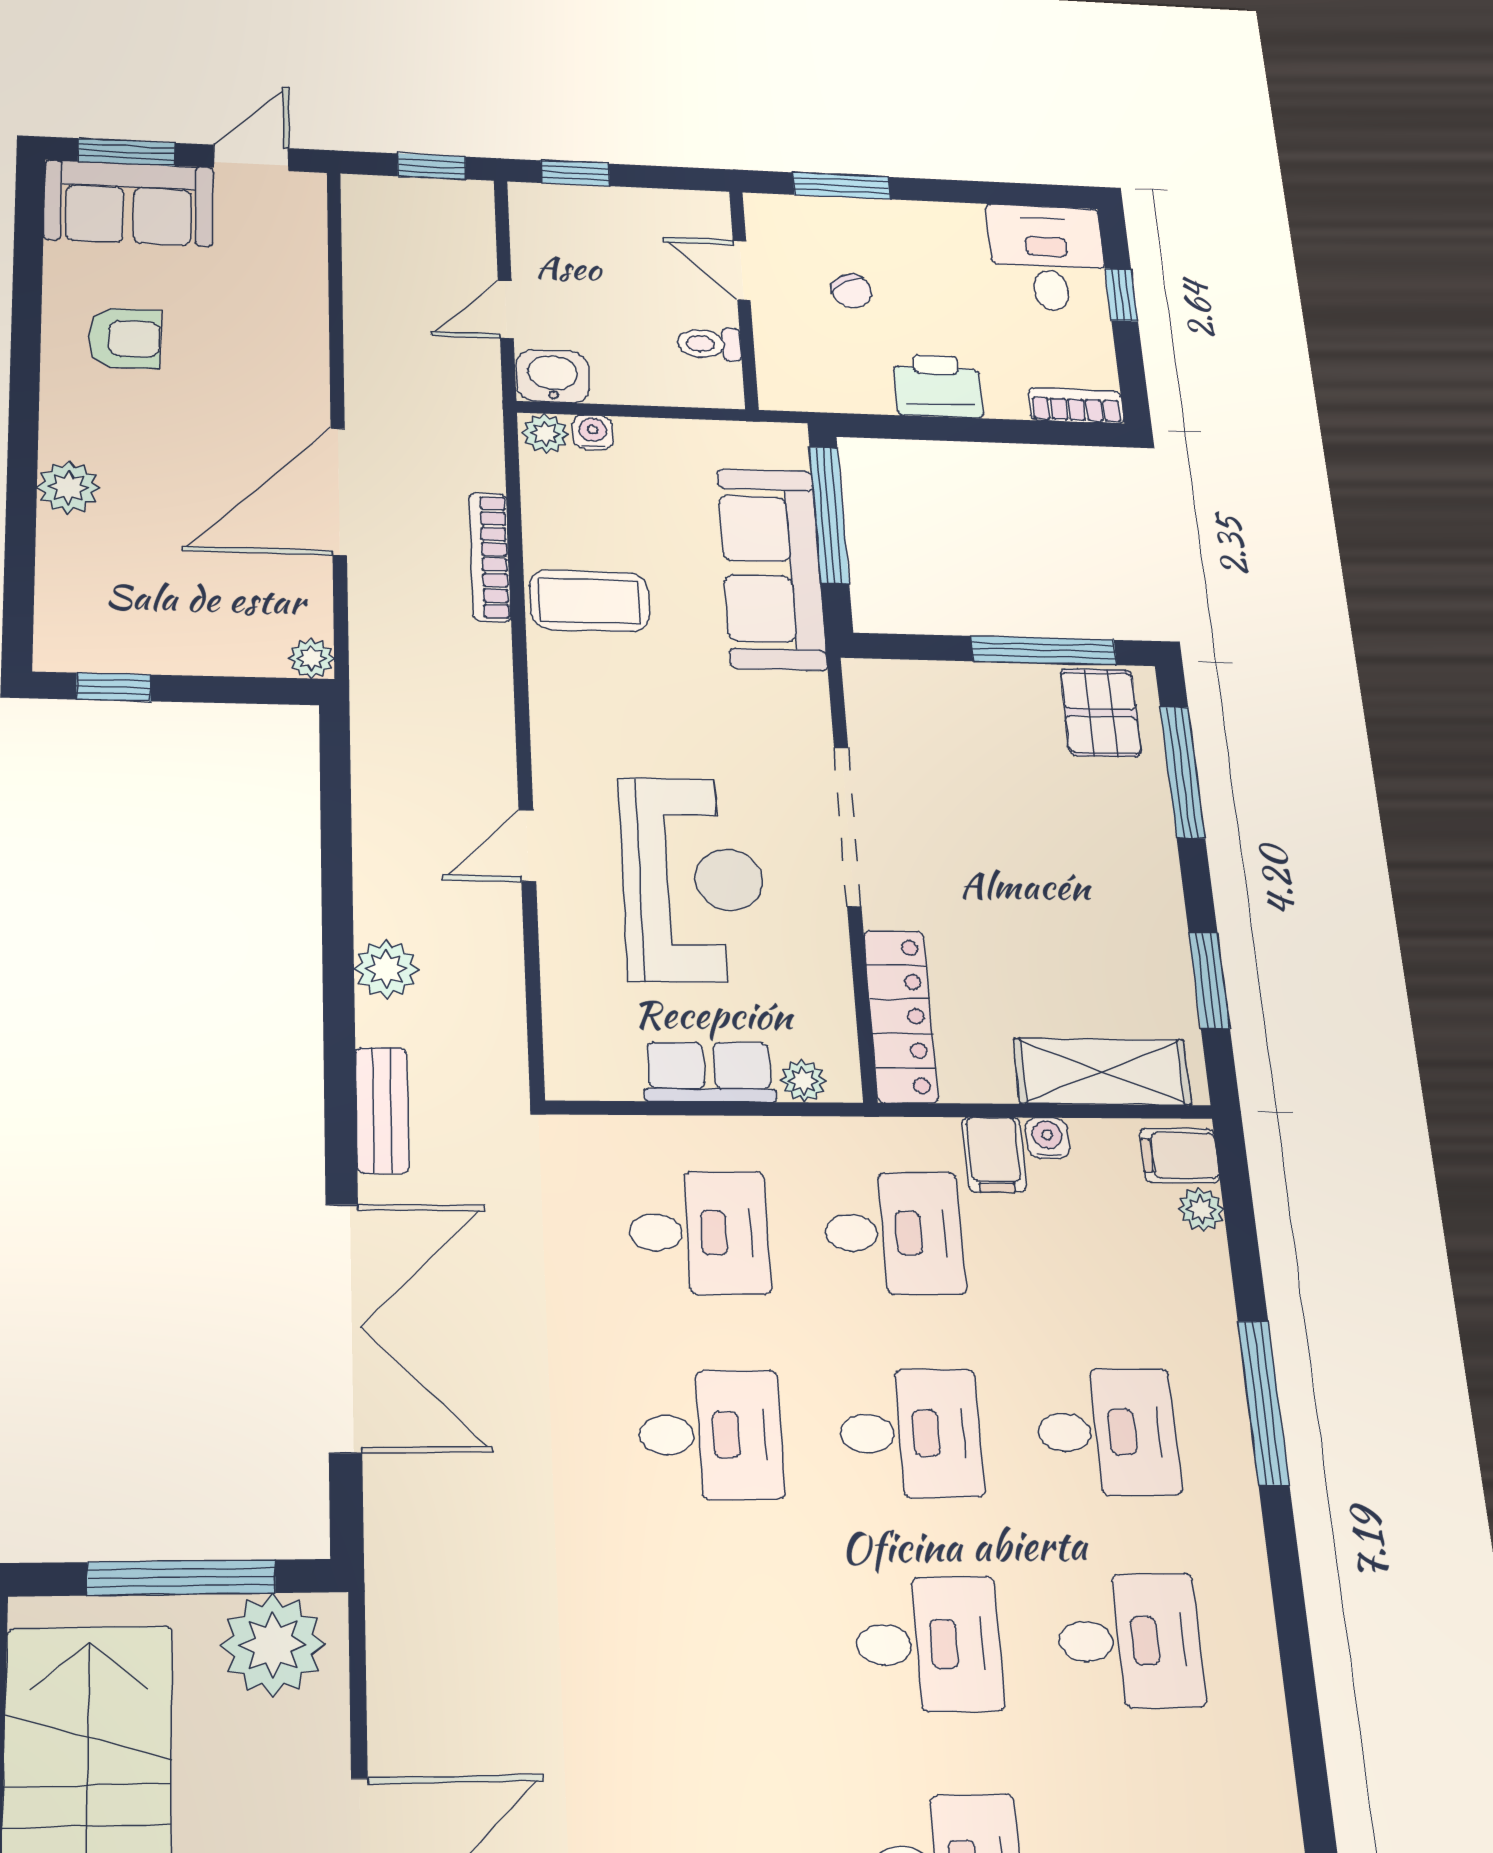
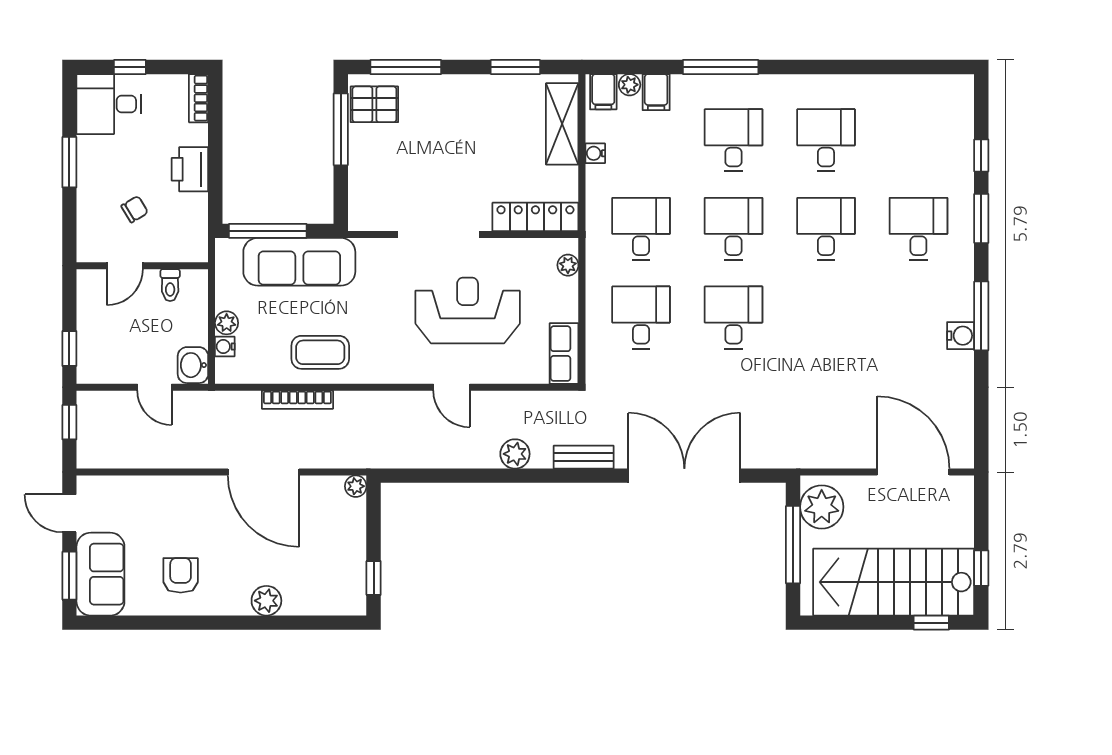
window: (842, 186) -> (69, 162), moved
plant: (545, 434) -> (227, 323), moved
coffee table: (590, 601) -> (320, 352), turned 90
row of seats: (709, 1072) -> (564, 354), moved
filing cabinet: (994, 1155) -> (656, 92), moved, turned 90

